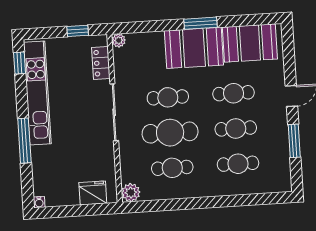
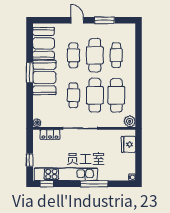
window: (78, 31) -> (30, 160), moved
cafe table: (236, 128) -> (95, 55), width x1.37, depth x1.35
cafe table: (172, 168) -> (116, 95), width x1.37, depth x1.35

